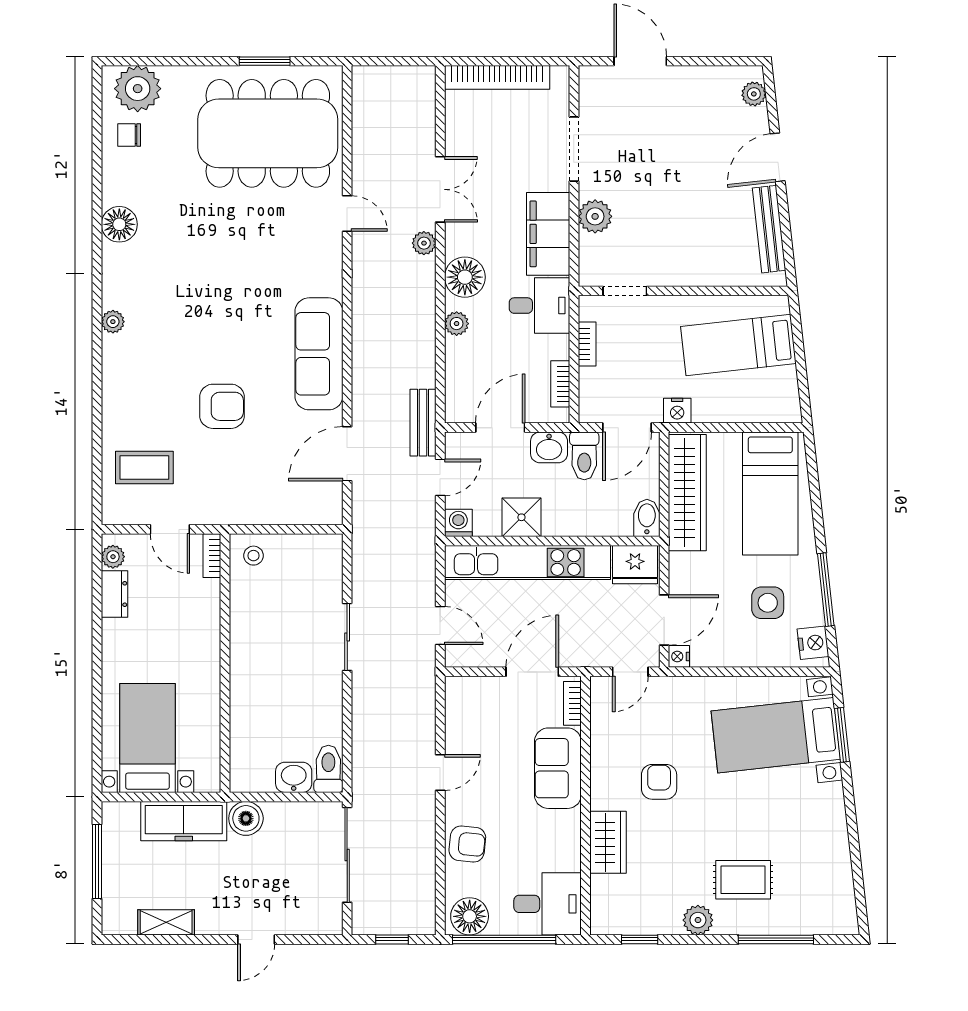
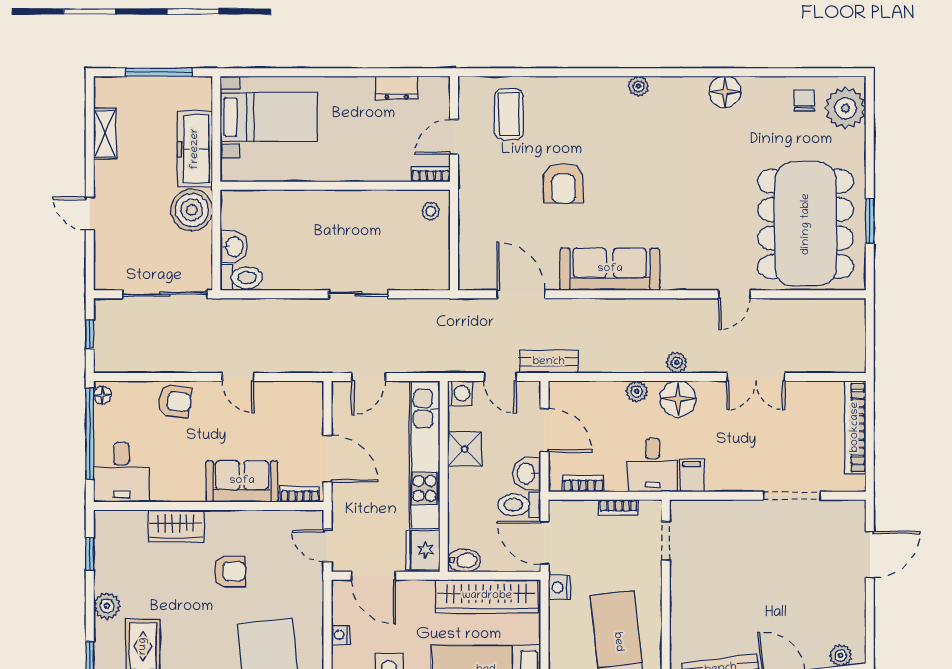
plant: (595, 216) -> (732, 514), removed
filing cabinet: (548, 234) -> (692, 475), width x0.33, depth x0.86
plant: (424, 243) -> (677, 363), moved
plant: (113, 557) -> (430, 86), removed
nightstand: (679, 656) -> (341, 635), moved, turned -90
boiler: (246, 818) -> (192, 210), width x1.37, depth x1.37
armchair: (467, 844) -> (175, 401), turned -88
floor lamp: (470, 916) -> (103, 395), width x0.53, depth x0.53

